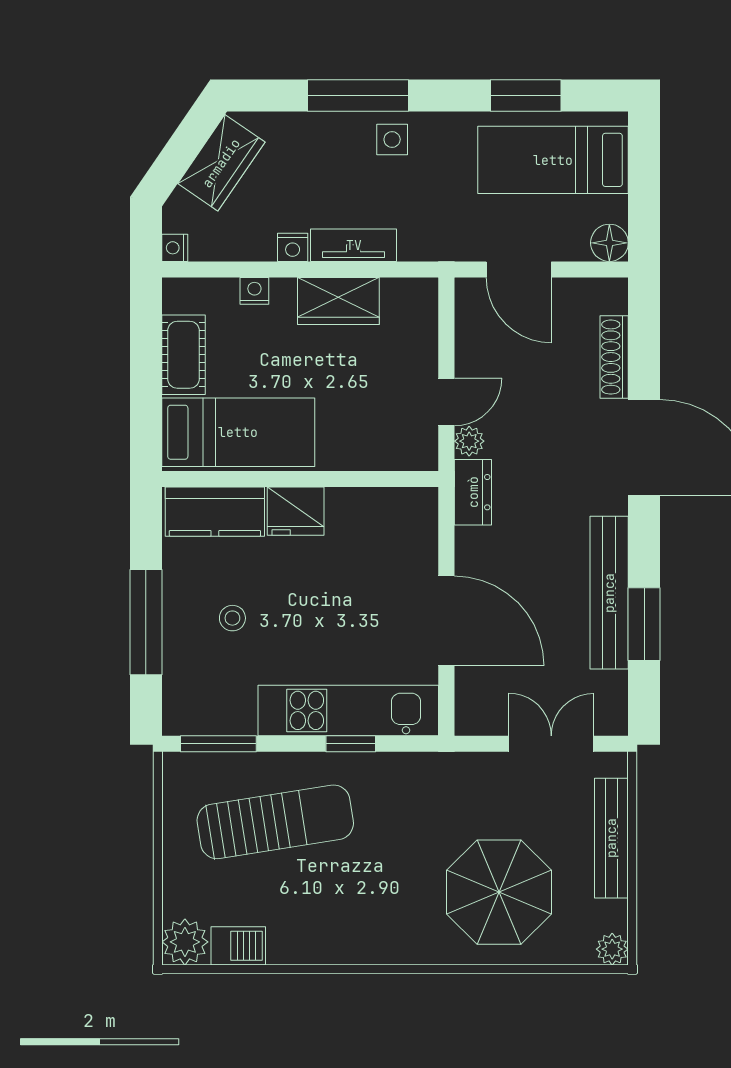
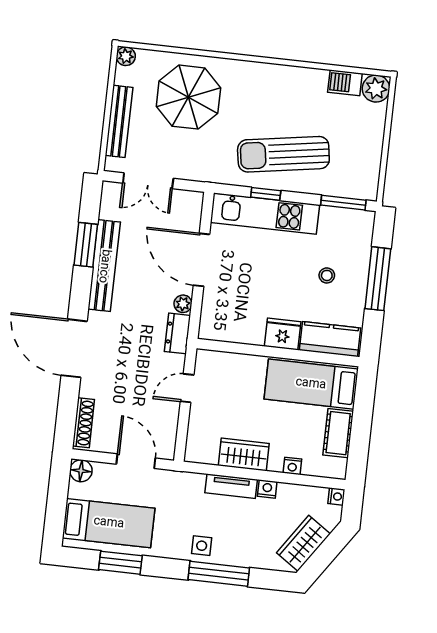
shoe rack: (614, 357) -> (84, 423), moved
plant: (469, 441) -> (183, 304), moved
sun lounger: (275, 822) -> (283, 154), moved

